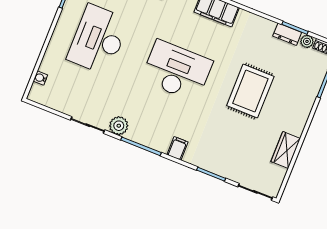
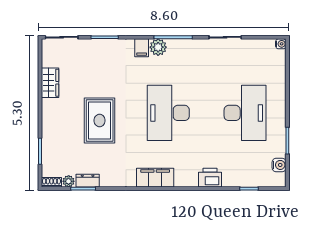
desk: (177, 71) -> (168, 113), turned 90
water cooler: (40, 78) -> (281, 44), moved
plant: (119, 126) -> (158, 47), moved

